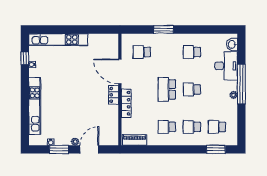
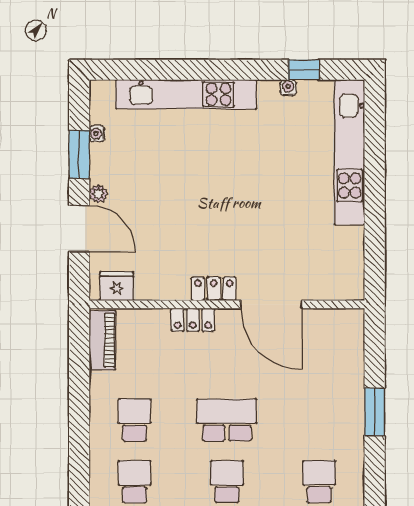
school desk: (142, 52) -> (319, 358), removed
door: (120, 71) -> (271, 304), swing flipped
locker: (126, 103) -> (193, 320), width x0.66
fridge: (113, 134) -> (117, 286), added

